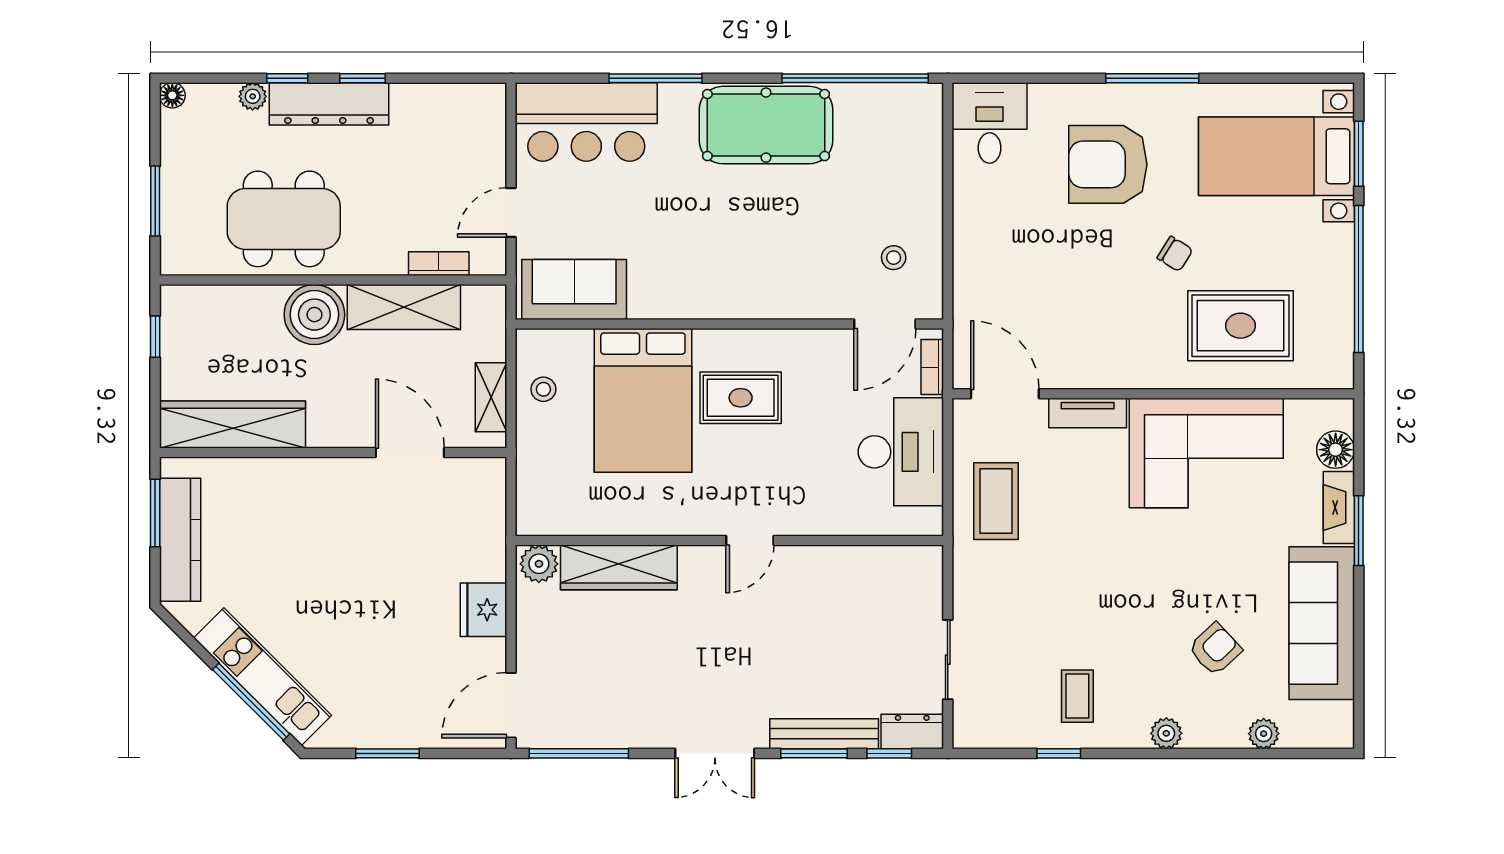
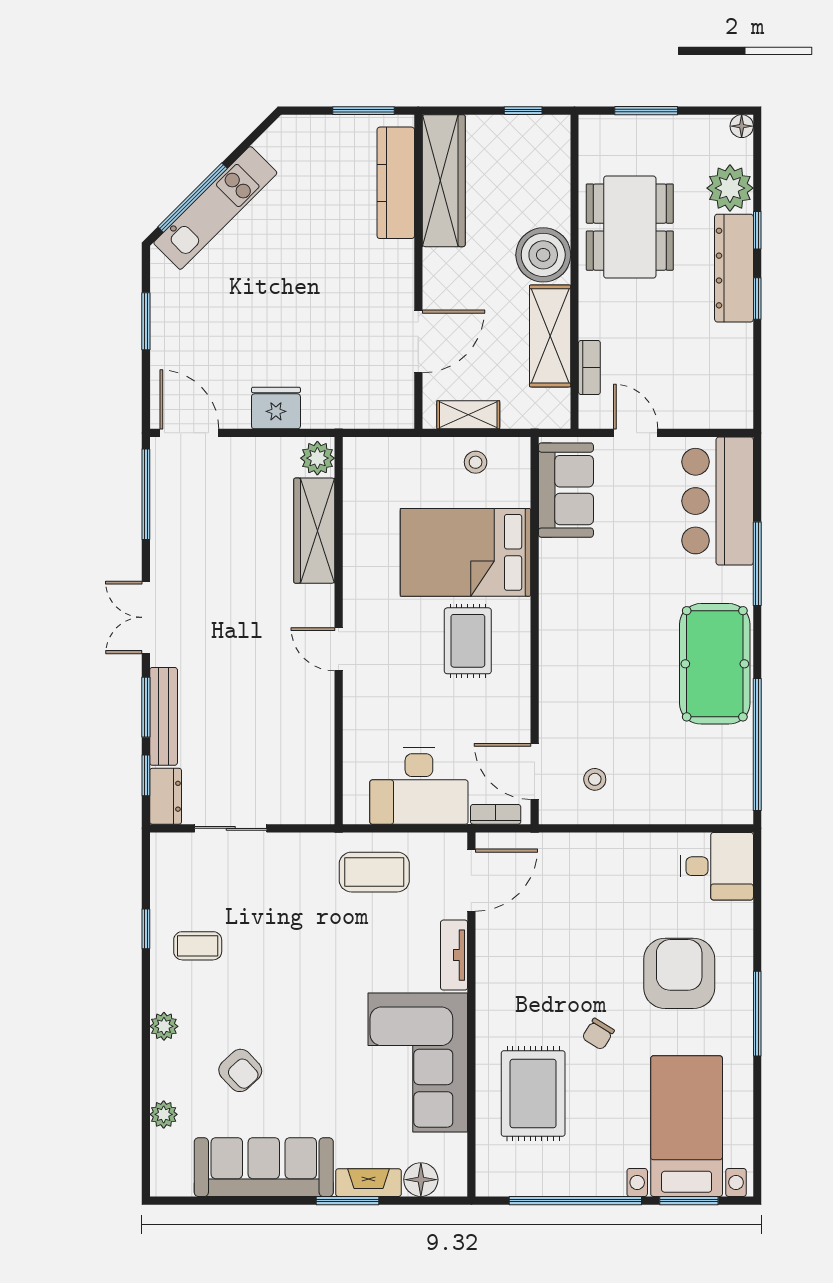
plant: (253, 96) -> (730, 188), width x1.87, depth x1.87
kitchen counter: (180, 540) -> (396, 183), moved, turned 90

